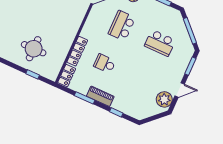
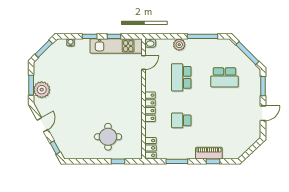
locker: (77, 51) -> (150, 107), moved
piano: (100, 96) -> (209, 153), moved
plant: (164, 99) -> (253, 129), removed

